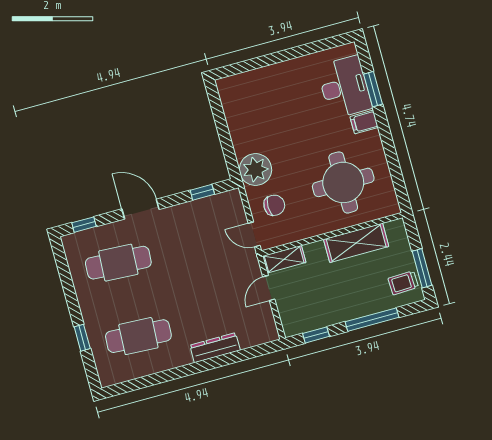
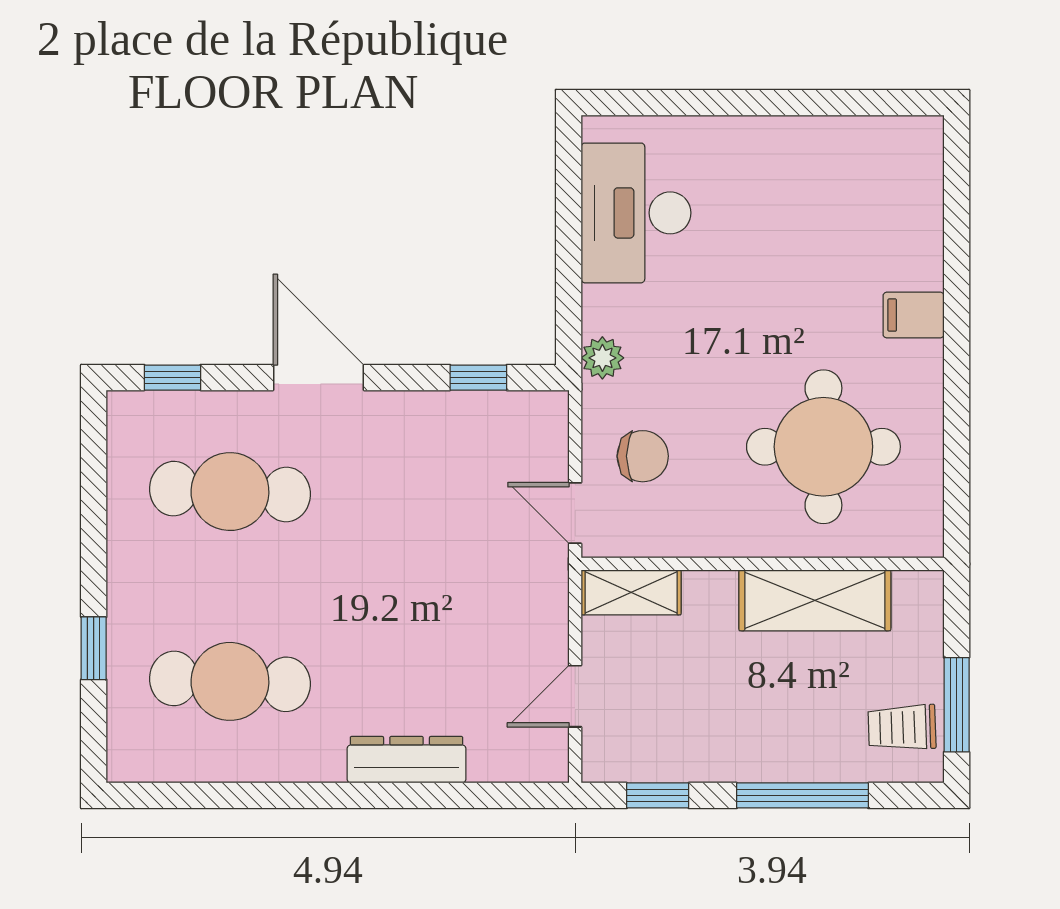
desk: (344, 87) -> (636, 213), moved, turned 180
window: (373, 89) -> (957, 242), removed
plant: (256, 170) -> (602, 358), width x0.53, depth x0.53
door: (269, 288) -> (575, 696), moved

